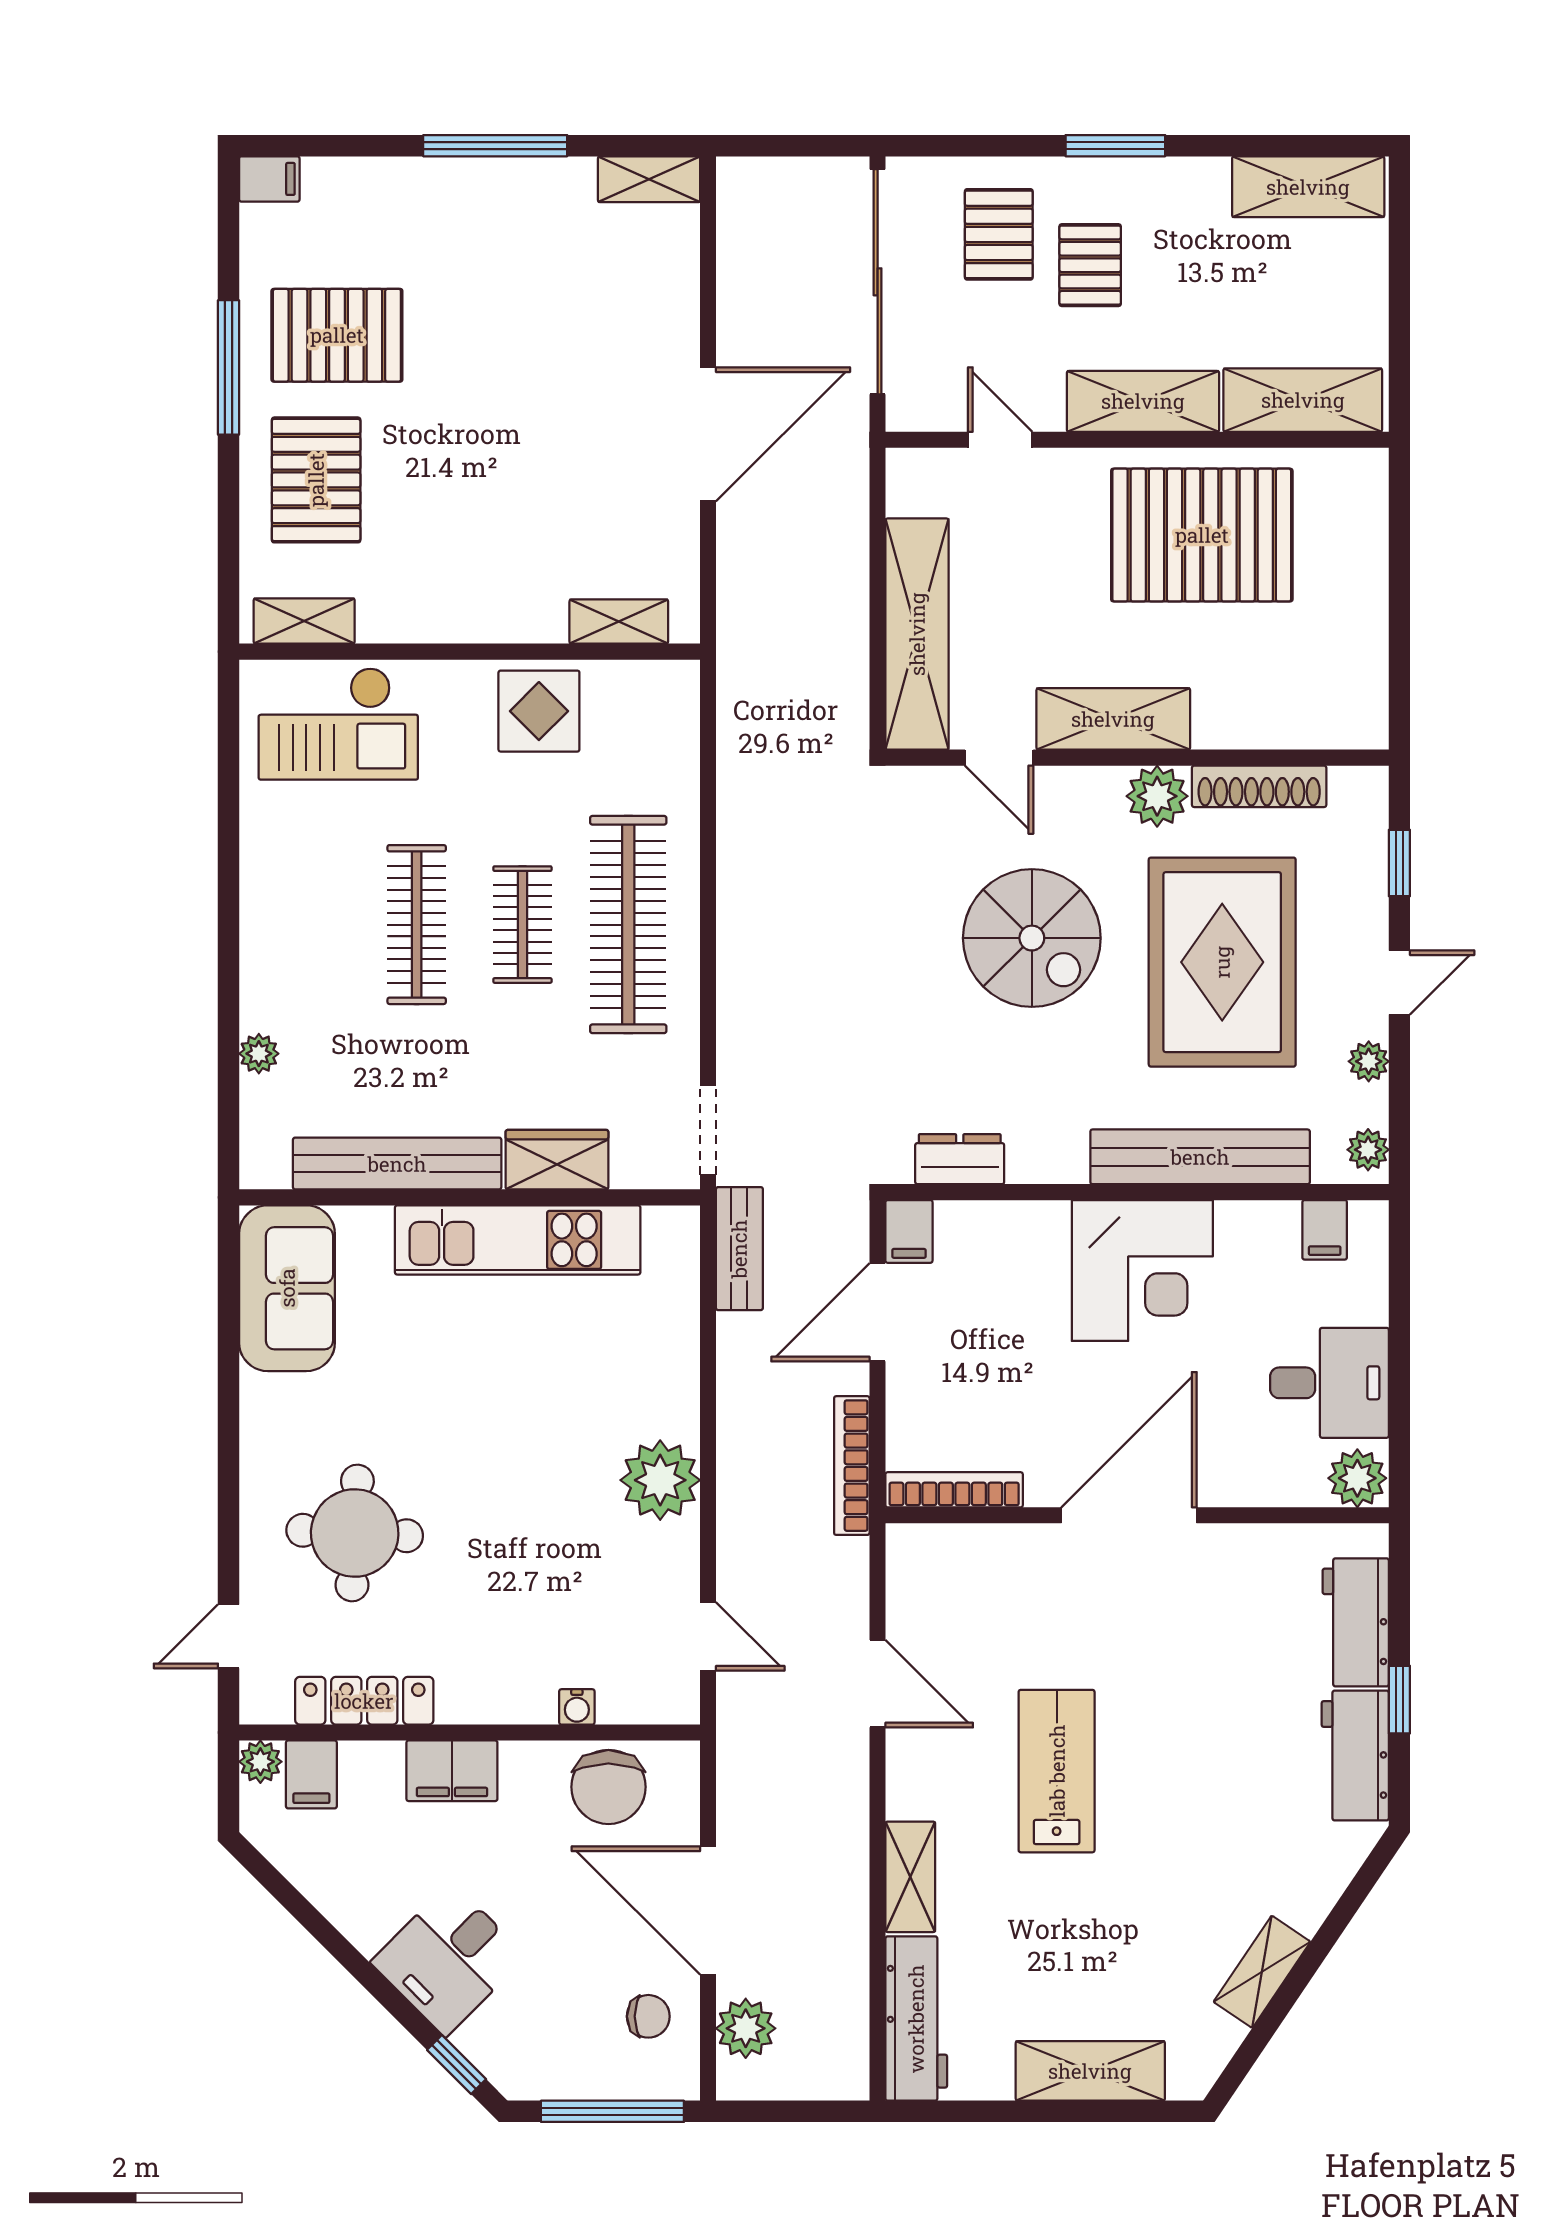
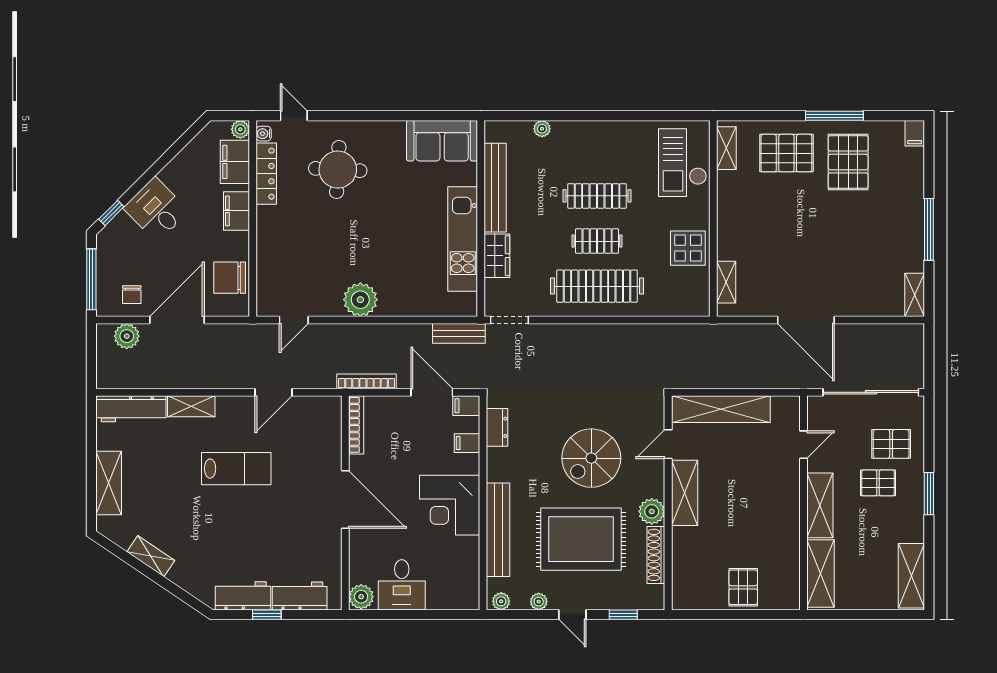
pallet: (1202, 535) -> (743, 587), moved, width x0.49, depth x0.50
filing cabinet: (1325, 1230) -> (467, 443), moved
water cooler: (577, 1707) -> (264, 134), moved
filing cabinet: (311, 1774) -> (235, 162), width x2.00

